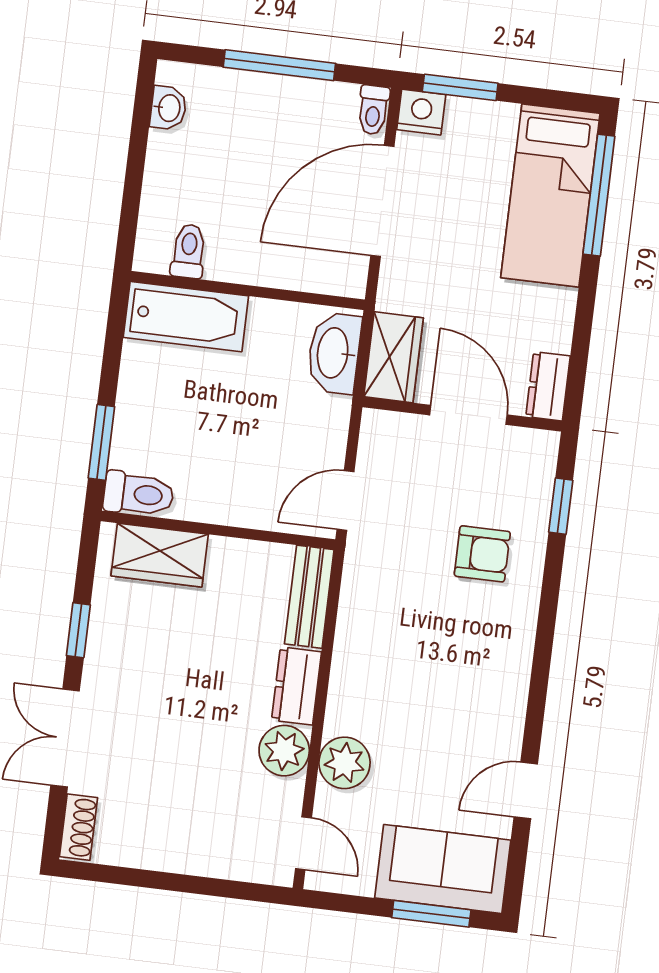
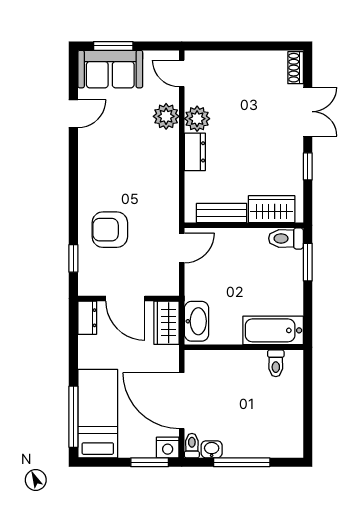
washbasin: (168, 108) -> (212, 449), moved, turned 90
door: (382, 201) -> (182, 401), swing flipped
armchair: (482, 554) -> (110, 230), width x1.38, depth x1.38
bench: (309, 597) -> (222, 213), moved, turned 90

